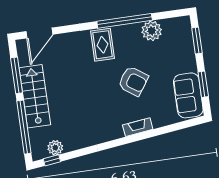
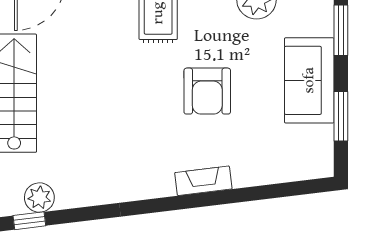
armchair: (133, 81) -> (207, 91), turned 55
sofa: (188, 95) -> (309, 80), moved

